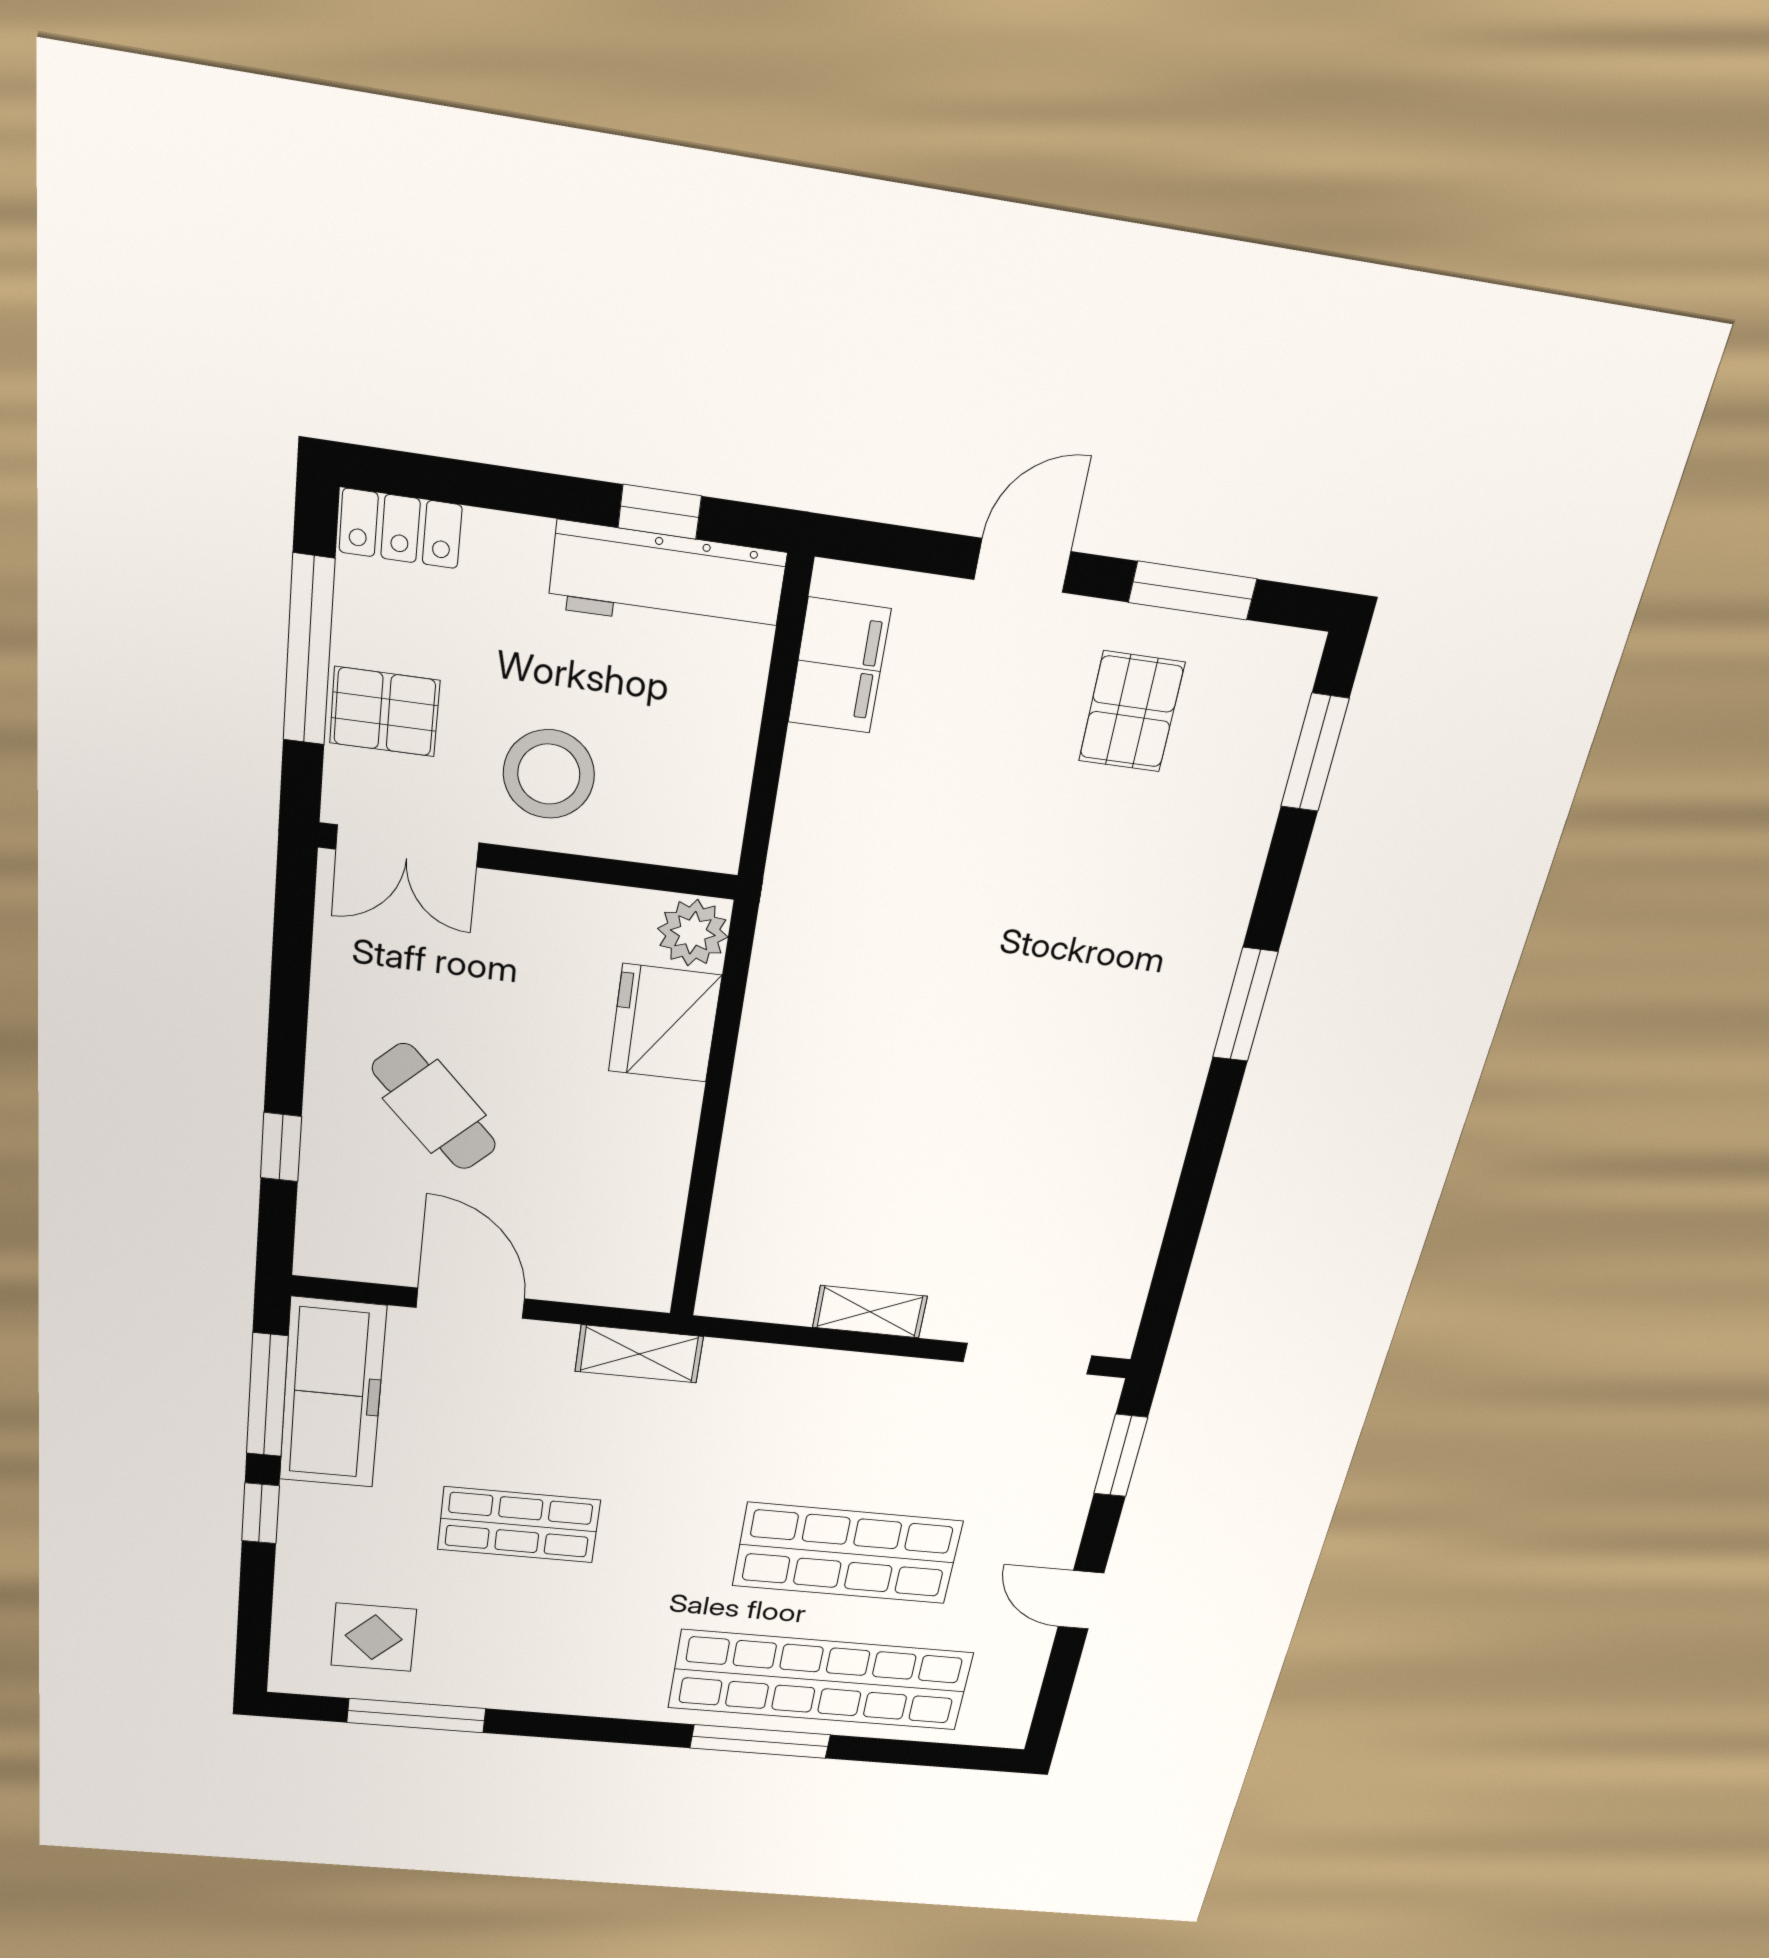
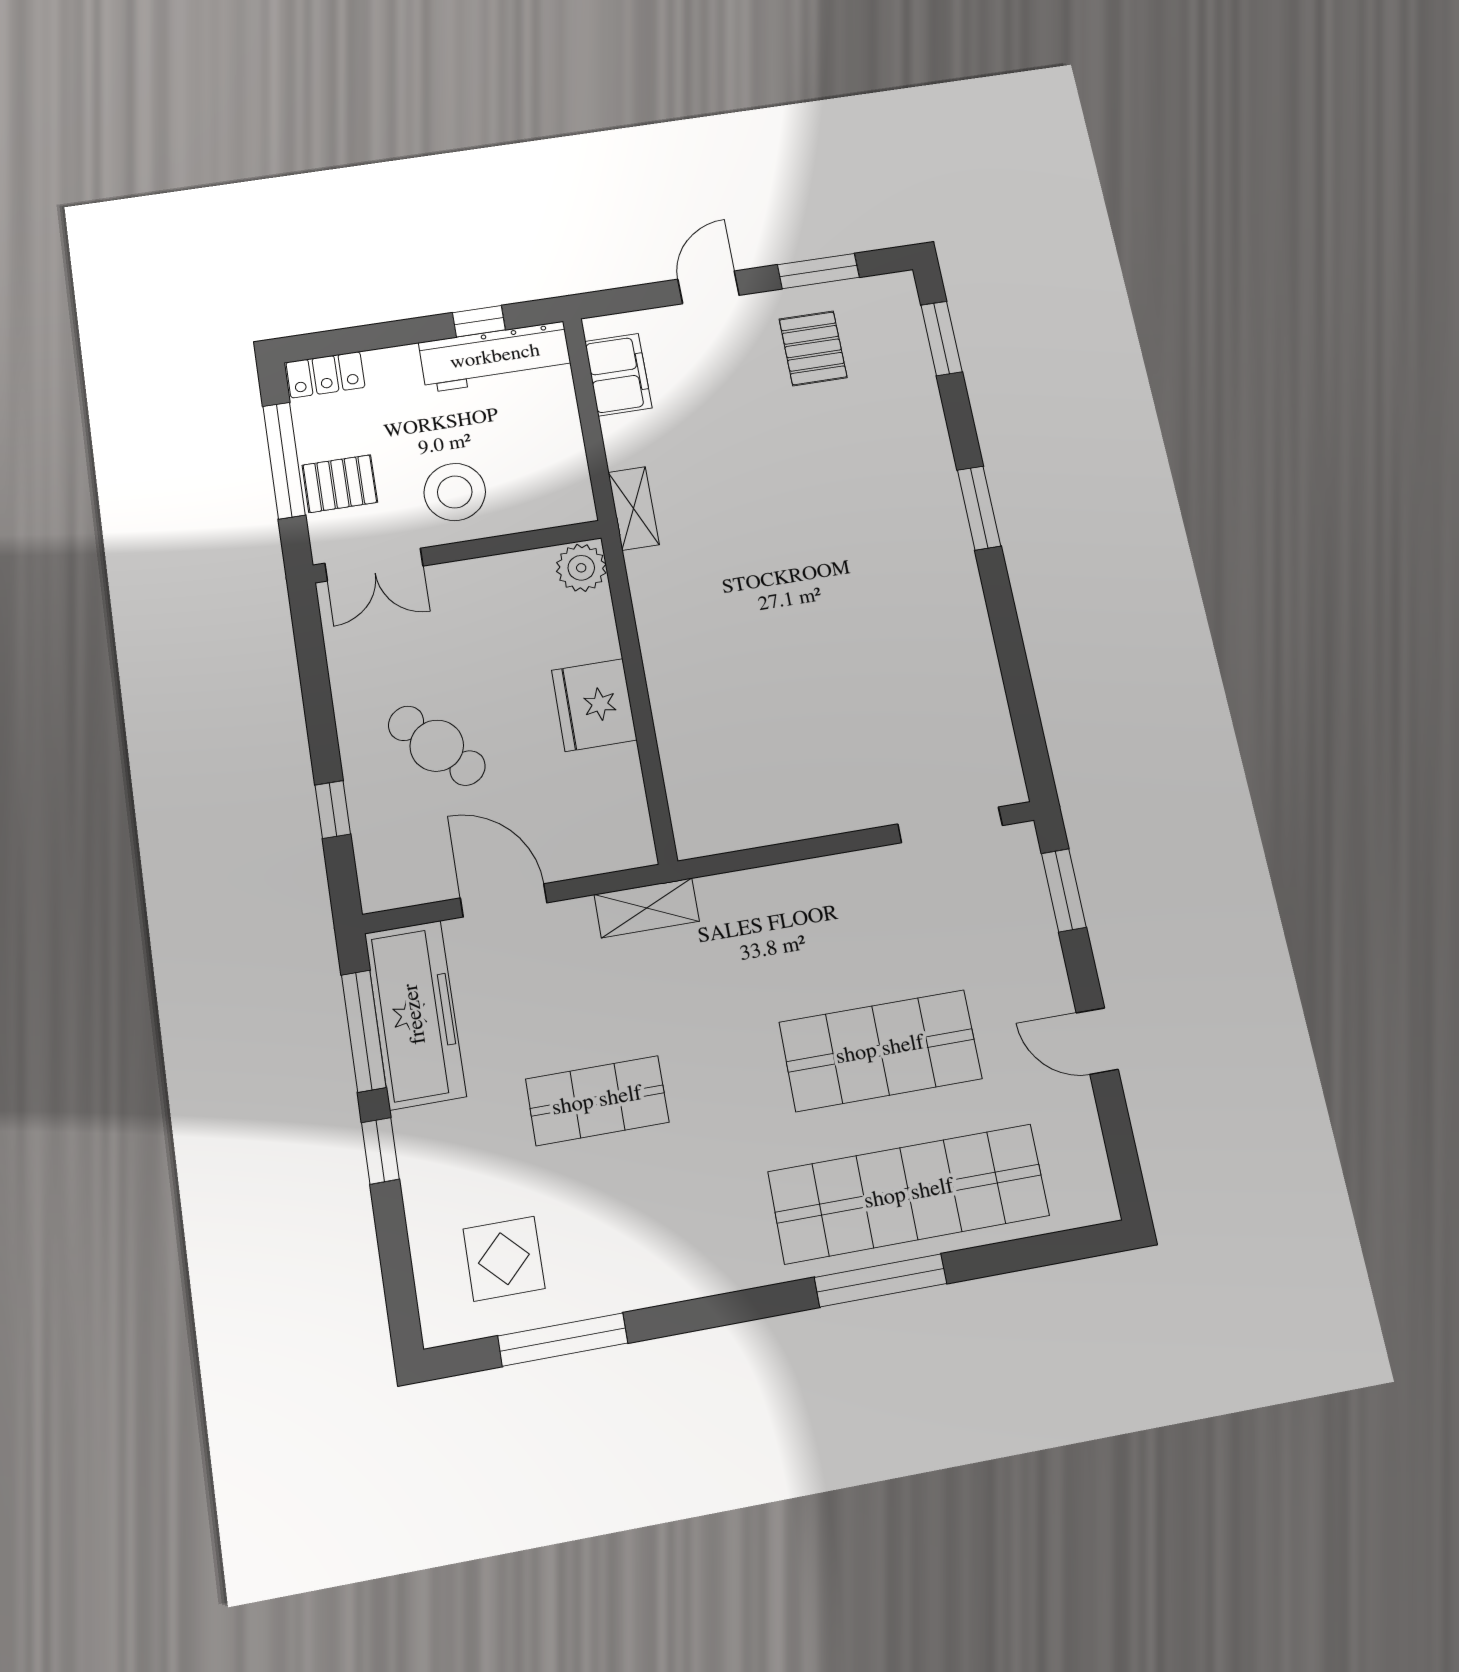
fridge: (665, 1023) -> (594, 705), moved
shelving: (870, 1312) -> (634, 508), moved, turned 90

